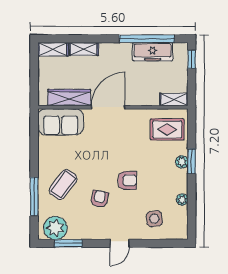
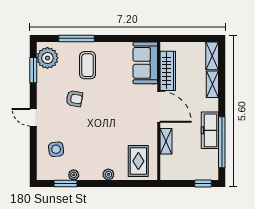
freezer: (153, 52) -> (210, 130), moved
shelving: (174, 99) -> (166, 141), moved
window: (192, 161) -> (65, 184), moved
armchair: (127, 180) -> (91, 124), removed
coffee table: (63, 185) -> (88, 65), turned 53

